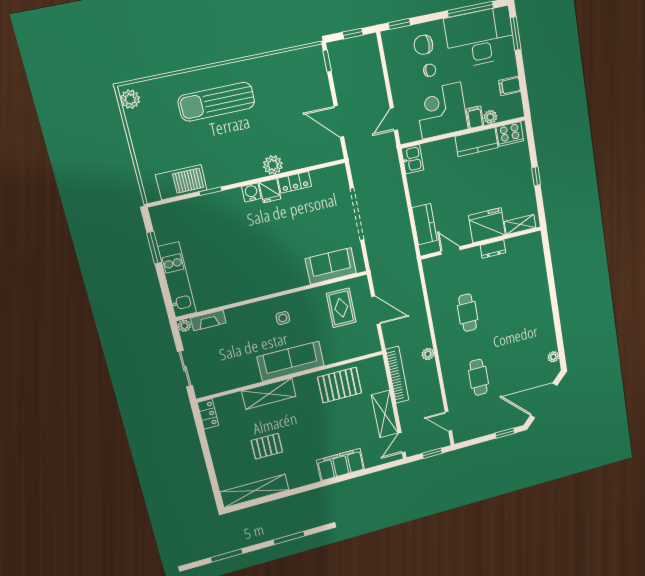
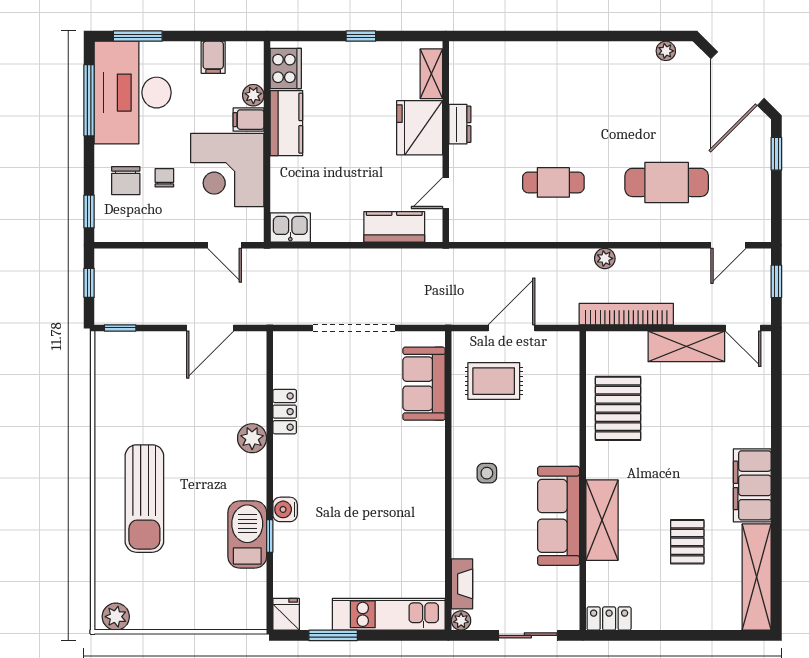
barbecue: (181, 182) -> (247, 534), moved
fridge: (270, 191) -> (286, 614), moved, turned -90
water cooler: (251, 192) -> (285, 509), moved
sofa: (291, 361) -> (559, 516), moved
cafe table: (478, 377) -> (667, 182), width x1.37, depth x1.35
filing cabinet: (341, 465) -> (752, 485), moved

